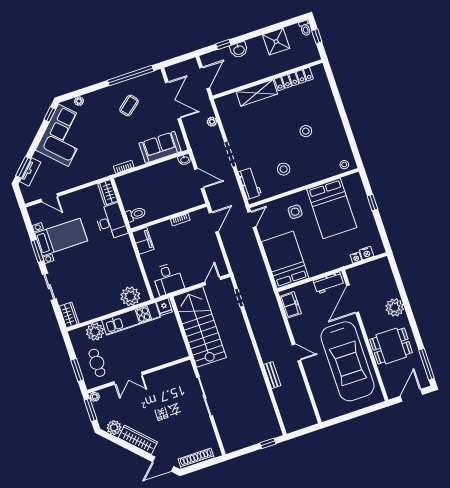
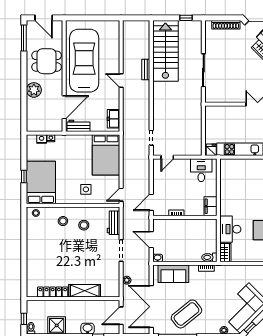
double door: (173, 100) -> (151, 307), width x1.36
coffee table: (129, 106) -> (186, 314), width x1.86, depth x1.72
stool: (306, 131) -> (63, 221), moved
bed: (332, 208) -> (41, 183), moved
toilet: (136, 214) -> (209, 257), moved
plant: (130, 296) -> (235, 167), removed
stairs: (200, 327) -> (165, 51), moved, turned 180
door: (411, 395) -> (44, 18), hinge flipped
window: (268, 443) -> (186, 18), moved

